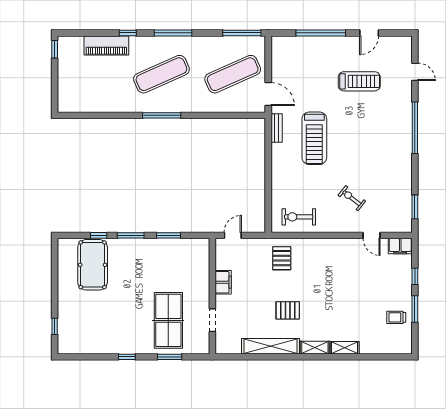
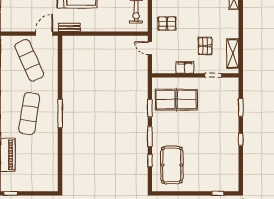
exercise mat: (161, 74) -> (29, 113), turned 33
door: (233, 235) -> (150, 48), moved
pool table: (93, 265) -> (172, 165), turned 90
pallet: (288, 310) -> (205, 46), moved
table tennis table: (168, 320) -> (176, 100), moved
shelving: (270, 346) -> (233, 54), moved, width x0.68

